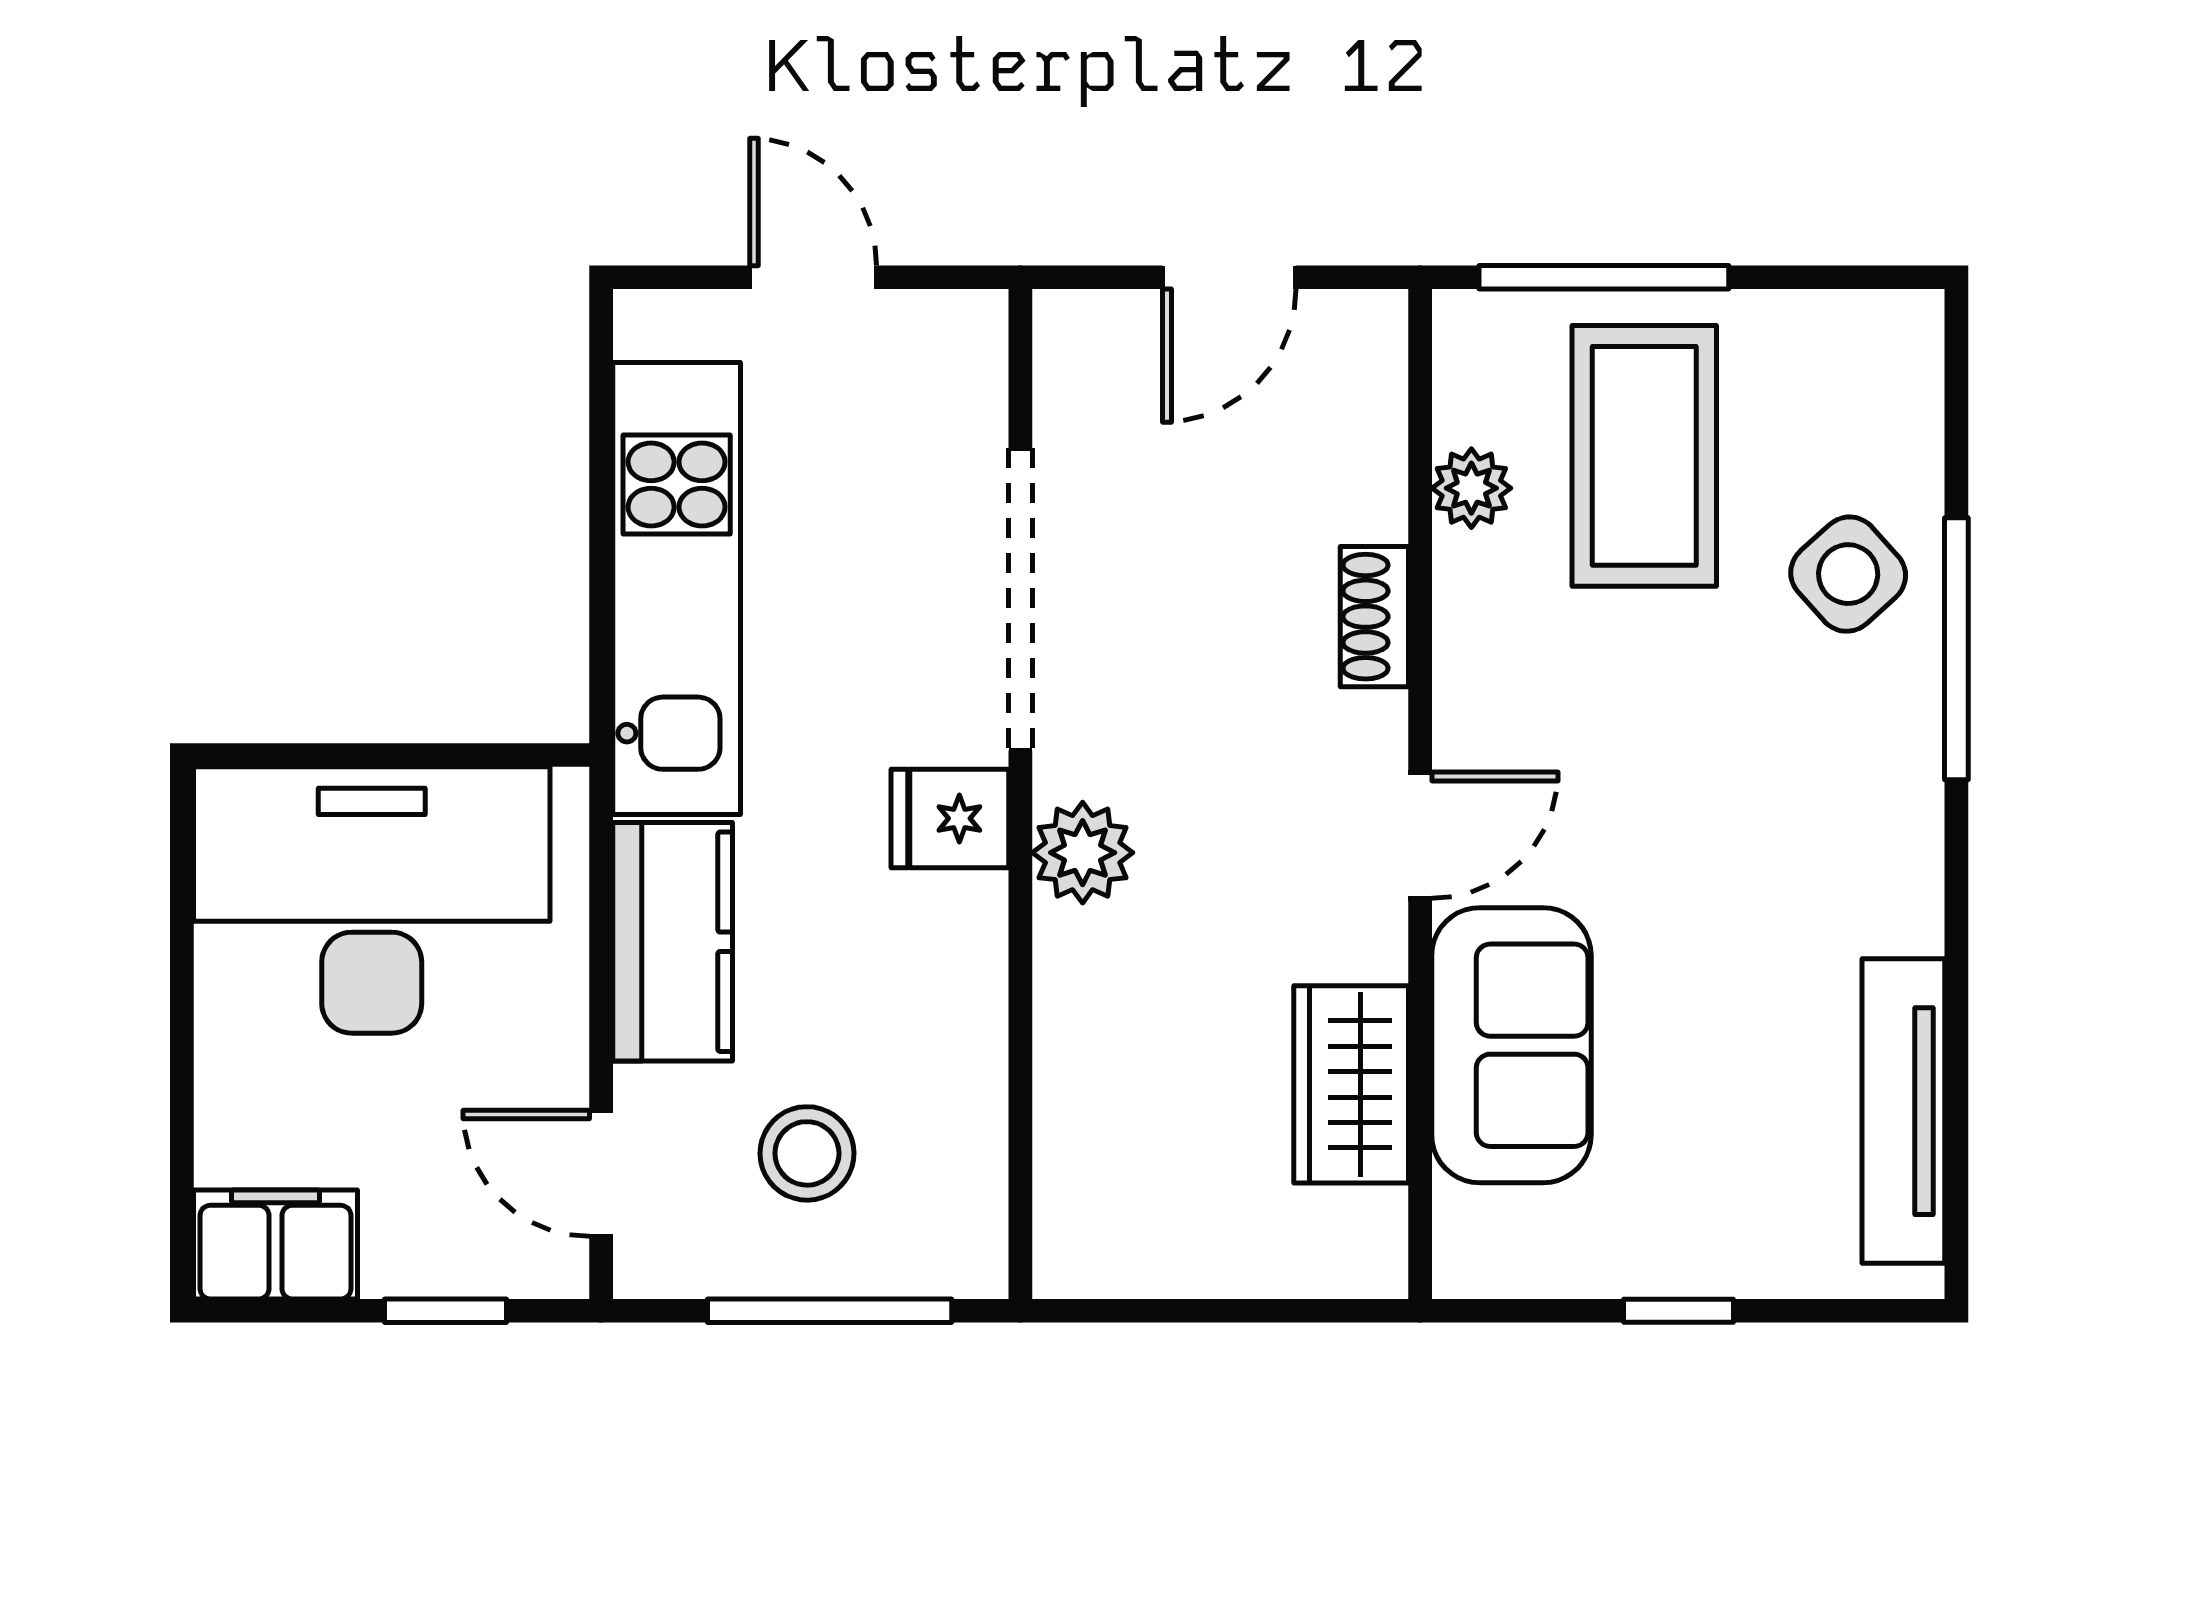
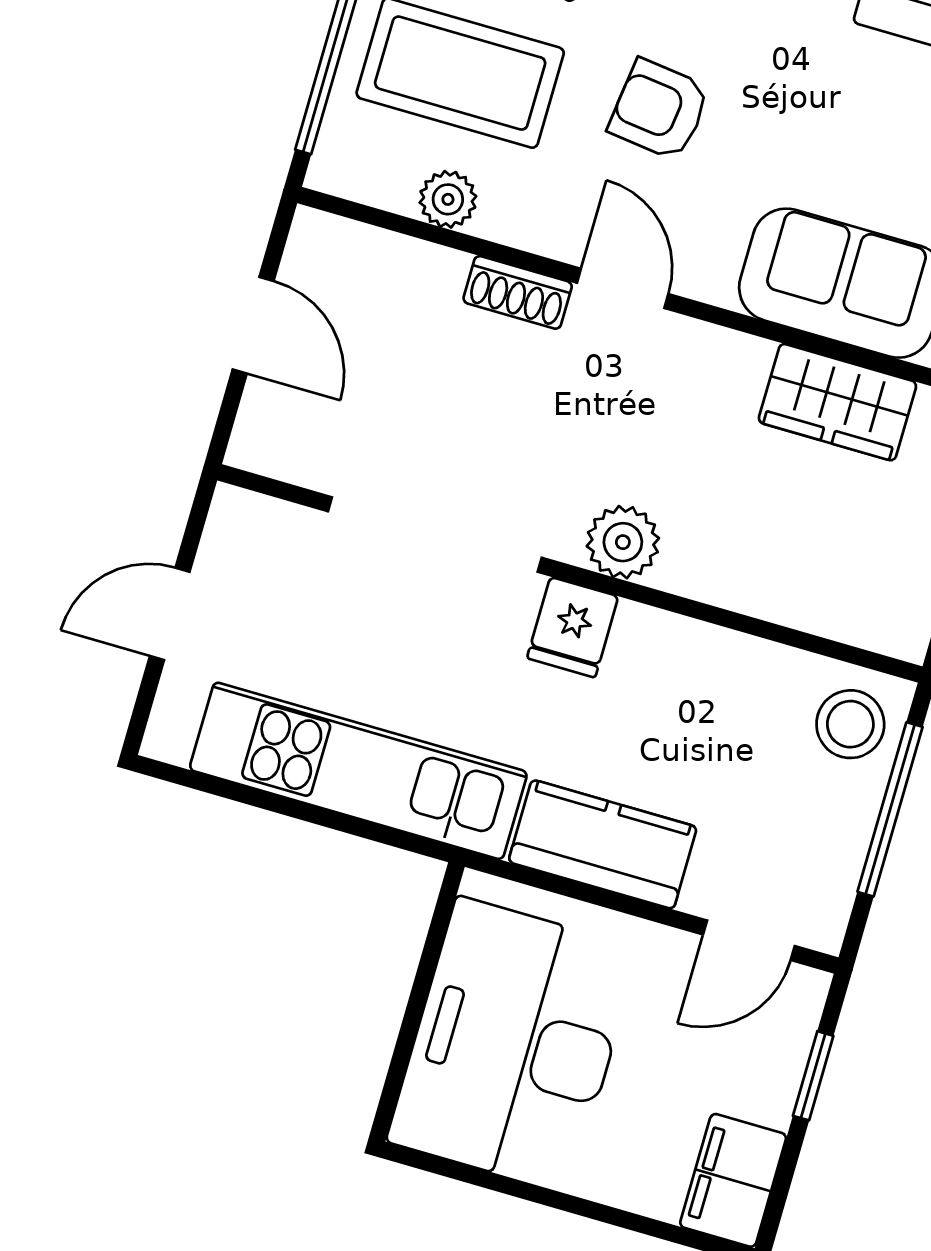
armchair: (1672, 735) -> (659, 110), added
door: (1420, 835) -> (623, 288), moved
stool: (807, 1153) -> (850, 724), moved

